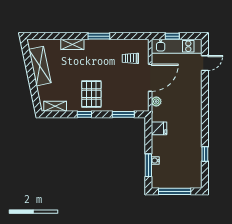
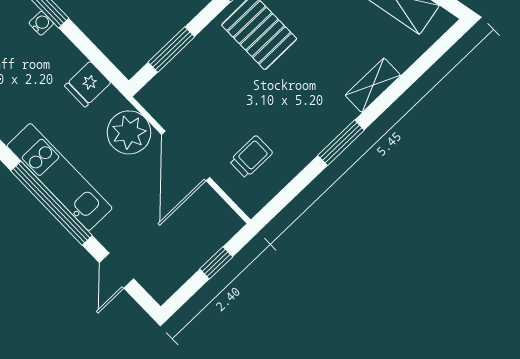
kitchen unit: (177, 46) -> (60, 177), moved, turned 90
plant: (156, 102) -> (129, 132), width x1.88, depth x1.88
window: (205, 103) -> (52, 203), added

